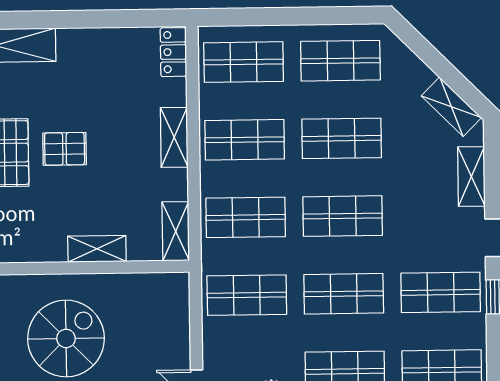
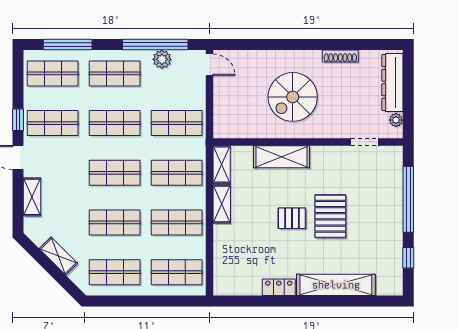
locker: (173, 52) -> (279, 287), moved, turned -90
shelving: (451, 107) -> (58, 256), moved
shelving: (174, 137) -> (222, 204), moved
shelving: (97, 249) -> (281, 157), width x1.50, depth x1.33

